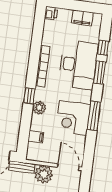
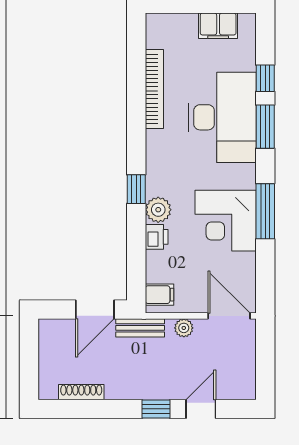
printer: (51, 13) -> (157, 237), moved
bookcase: (43, 66) -> (154, 89), moved
filing cabinet: (36, 137) -> (160, 295), moved
plant: (44, 174) -> (184, 328), width x0.53, depth x0.53

